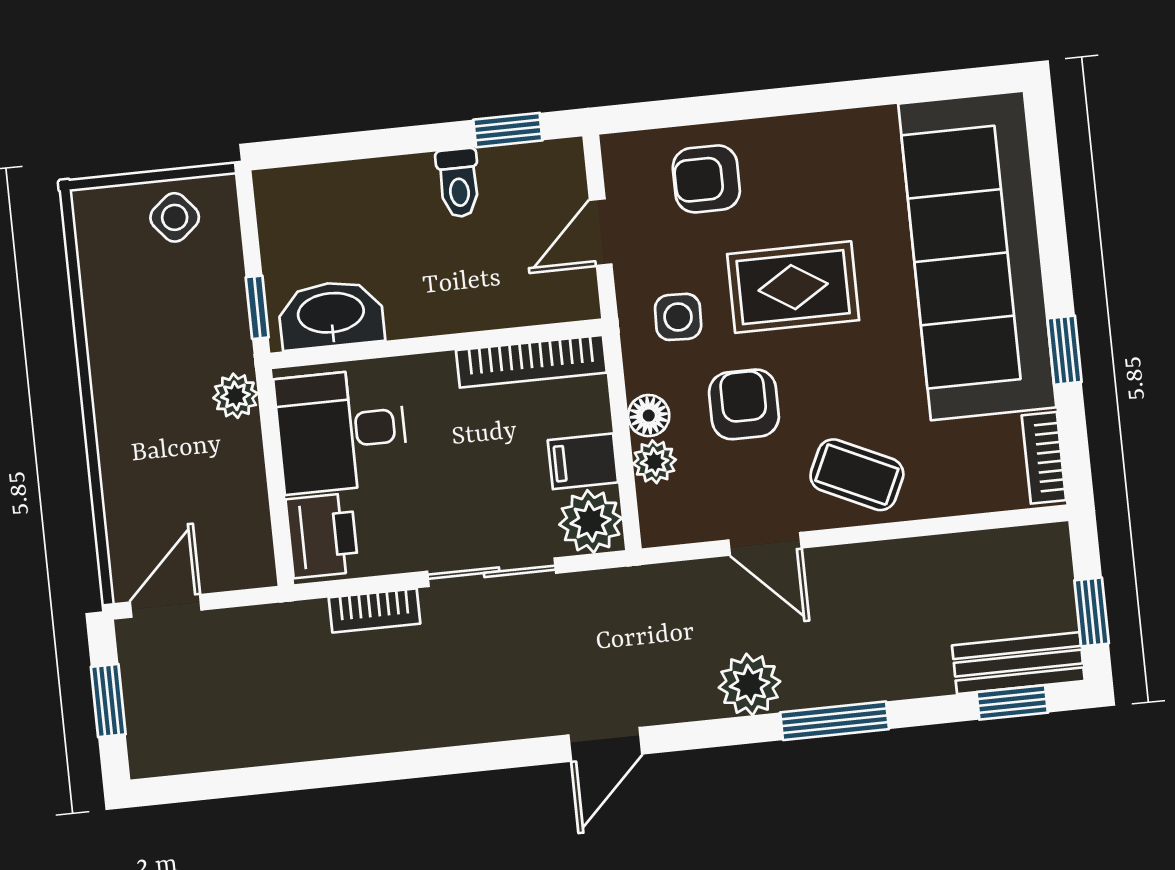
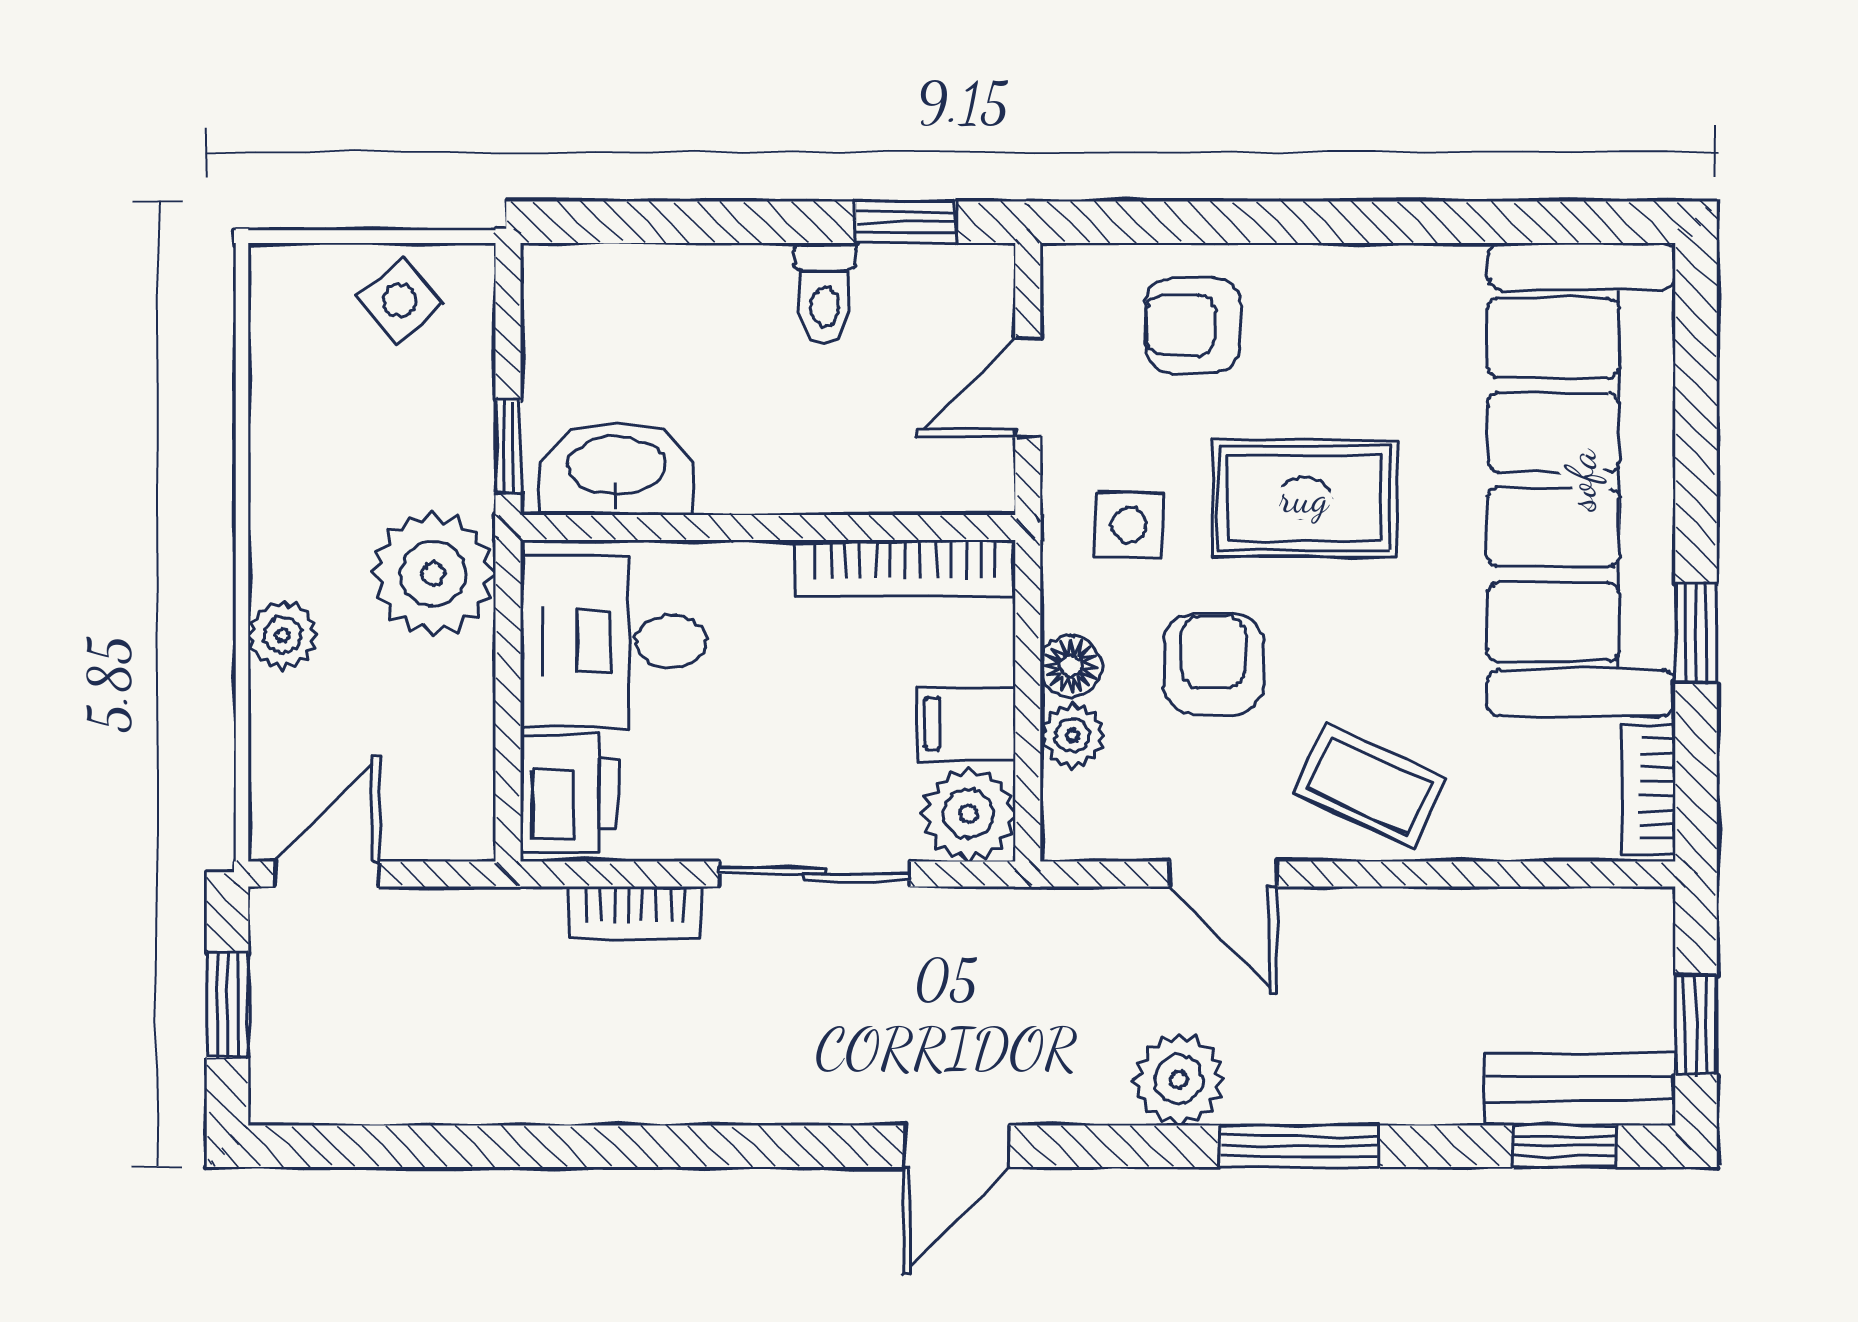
plant: (235, 396) -> (433, 574), width x1.88, depth x1.88
plant: (120, 449) -> (283, 635), added

